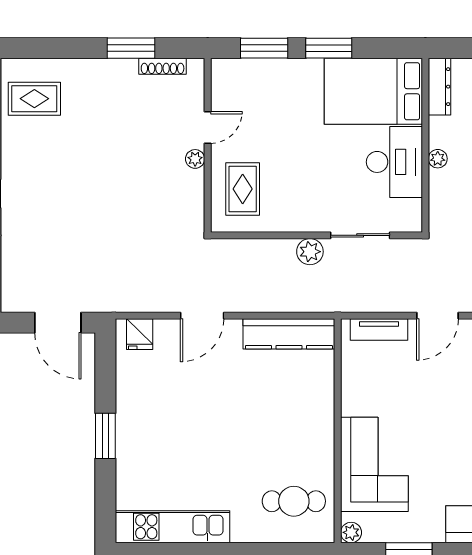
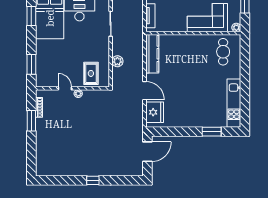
window: (329, 48) -> (31, 16), moved
rug: (34, 99) -> (53, 162), removed
rug: (243, 189) -> (91, 73), turned 90
plant: (310, 252) -> (117, 61), moved
fridge: (140, 334) -> (155, 112), width x1.88, depth x1.34
window: (105, 436) -> (212, 132), moved

